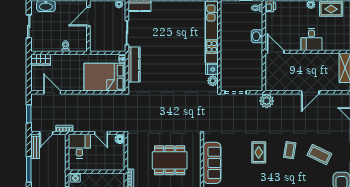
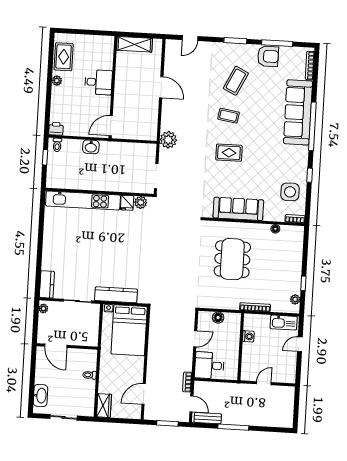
floor lamp: (120, 139) -> (218, 318), moved
washing machine: (75, 177) -> (248, 336), moved

